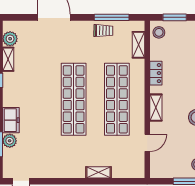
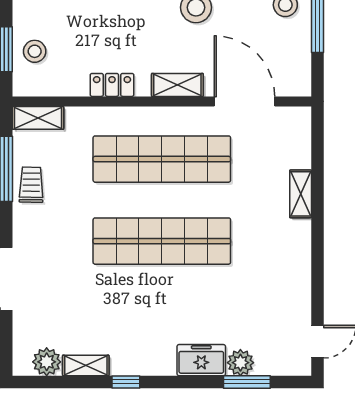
stool: (159, 32) -> (35, 51), moved
shelving: (139, 45) -> (38, 118), moved
door: (147, 143) -> (244, 101), width x1.87

